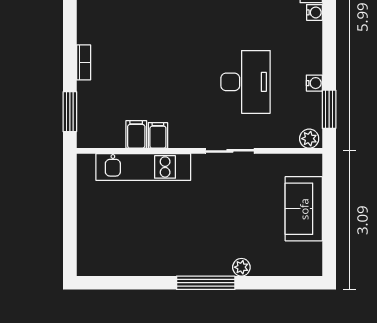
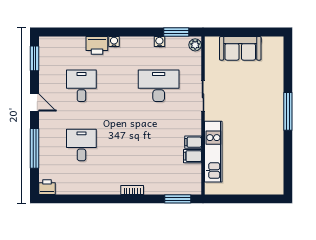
bookcase: (84, 62) -> (132, 190), moved
plant: (241, 267) -> (278, 88), removed

